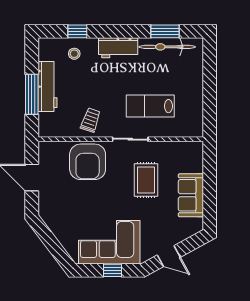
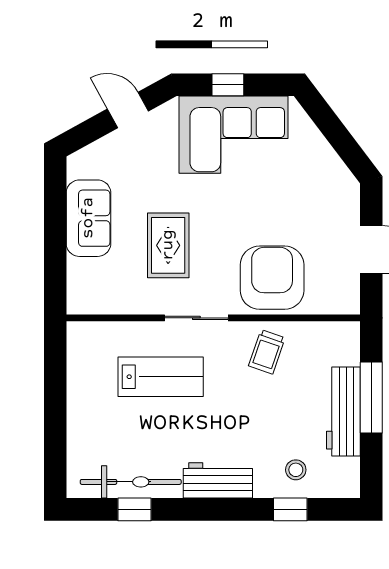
window: (165, 31) -> (135, 509), width x0.67

